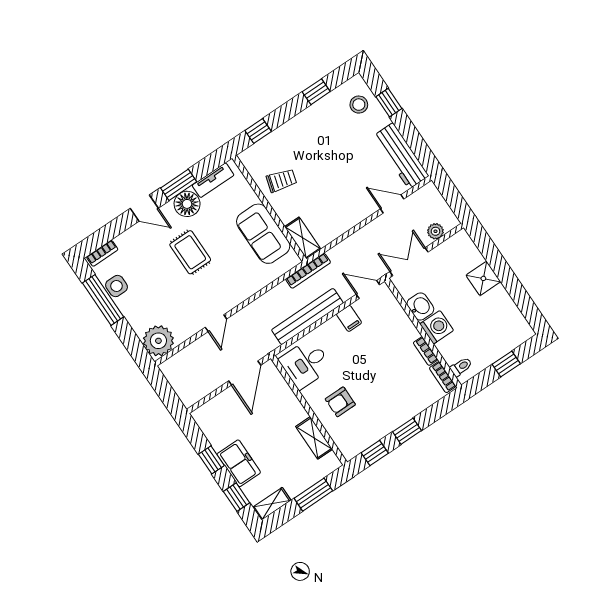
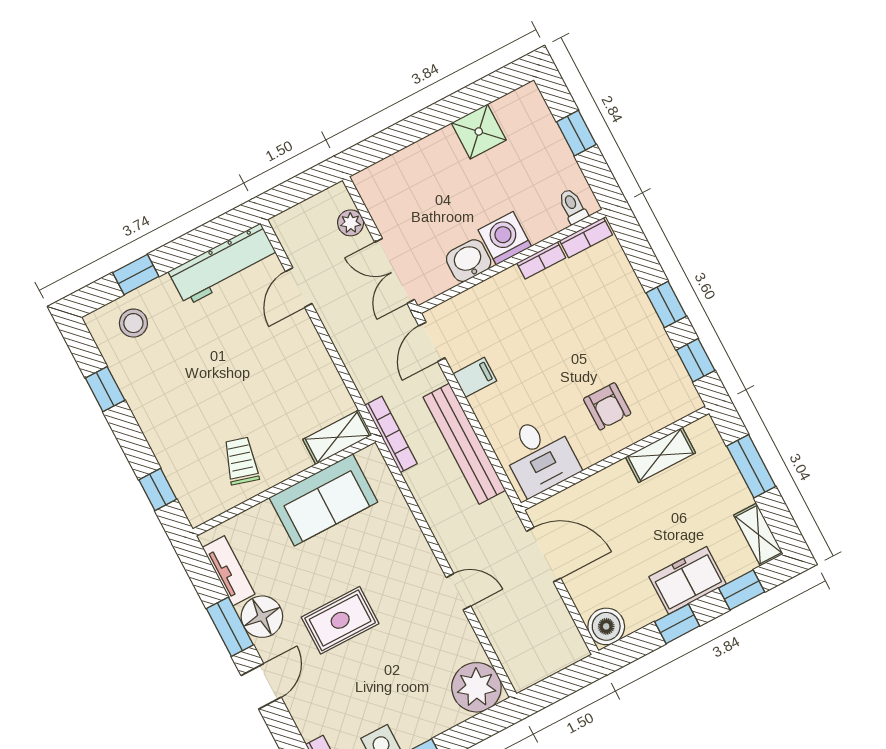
shower: (483, 278) -> (479, 131), moved
boiler: (205, 416) -> (606, 626), added

